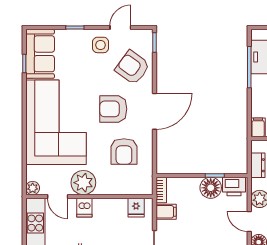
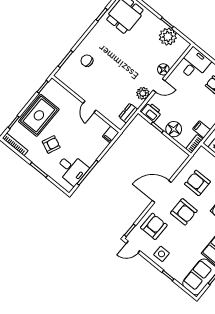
door: (120, 28) -> (133, 247), moved
armchair: (133, 68) -> (154, 226), turned -126
armchair: (124, 151) -> (197, 183), turned -90
floor lamp: (211, 188) -> (174, 129), moved
door: (249, 221) -> (159, 85), hinge flipped

